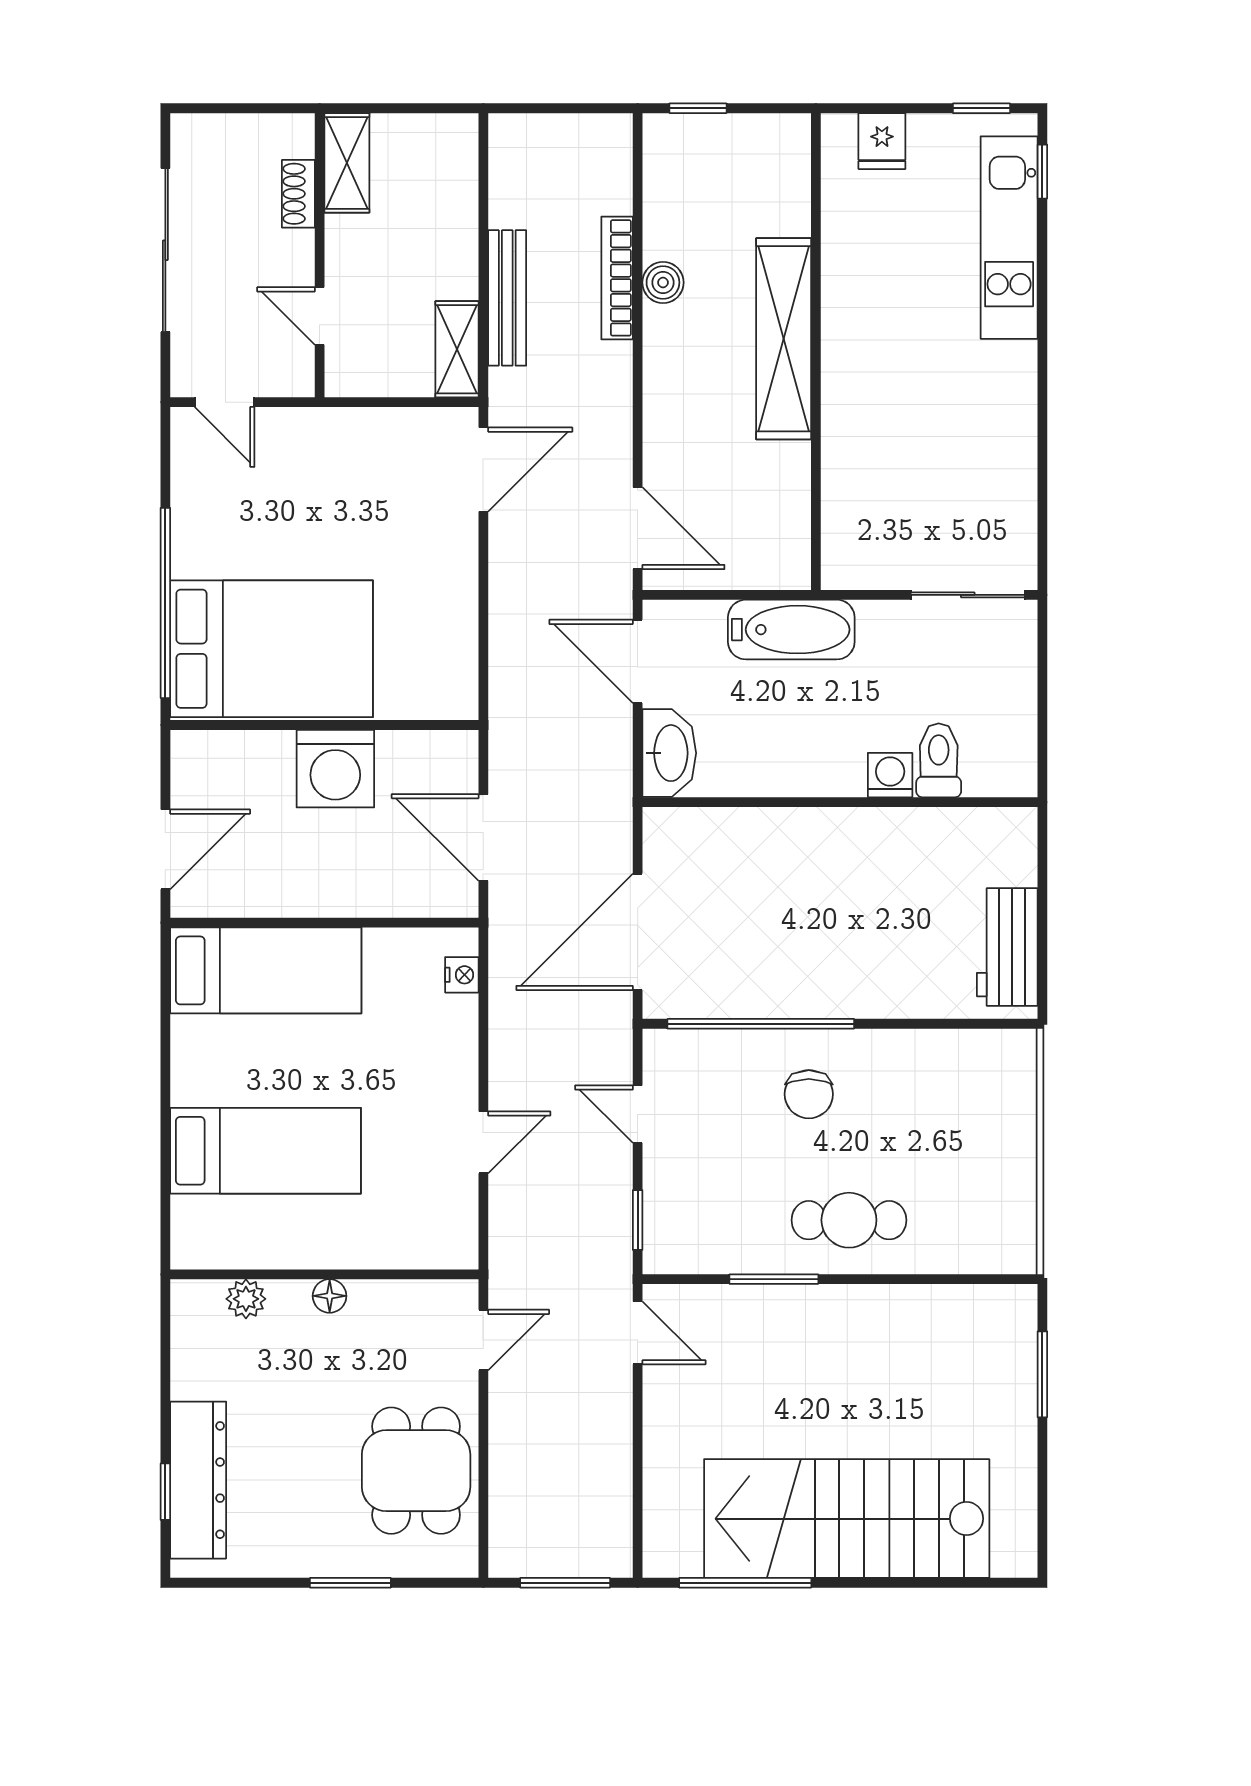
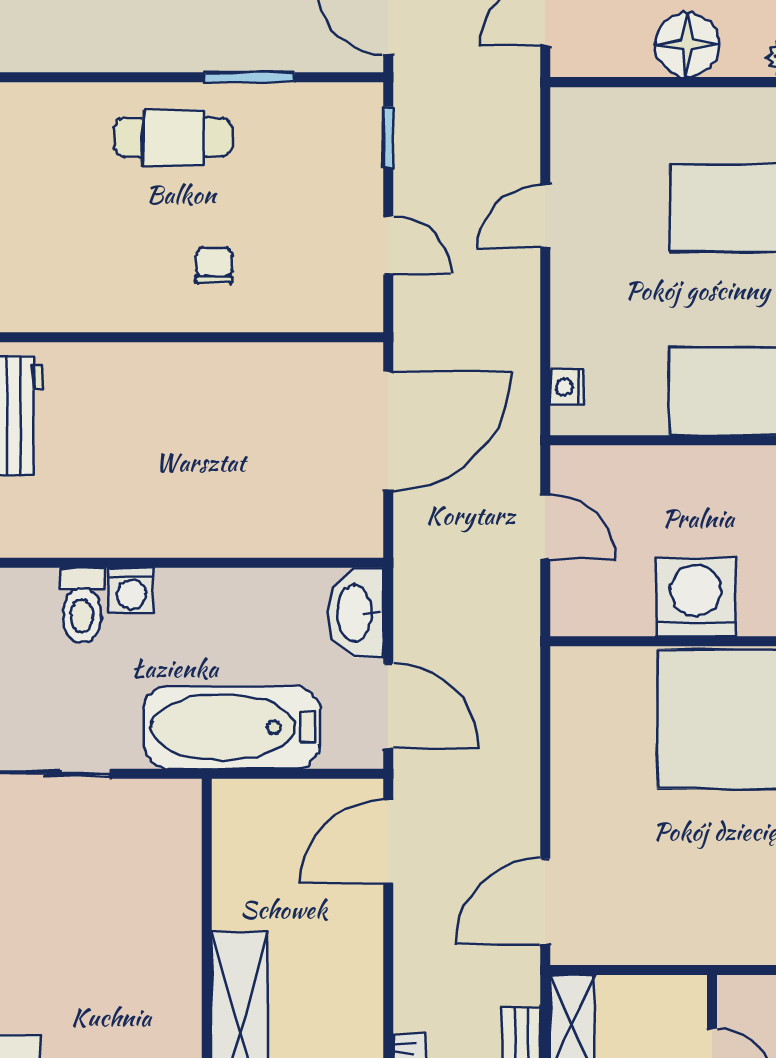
door: (638, 528) -> (388, 842), hinge flipped
bathtub: (791, 630) -> (232, 727), width x1.36, depth x1.36
door: (483, 837) -> (545, 527), width x0.73
window: (761, 1024) -> (263, 337), removed
chair: (809, 1094) -> (214, 265), width x0.73, depth x0.73
floor lamp: (330, 1296) -> (687, 45), width x1.89, depth x1.89

